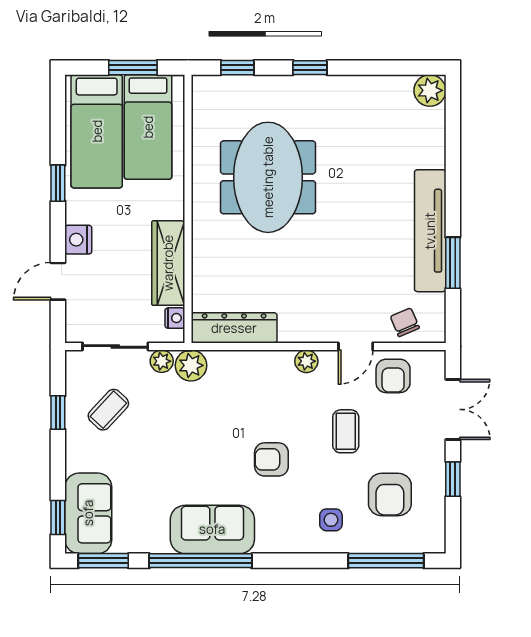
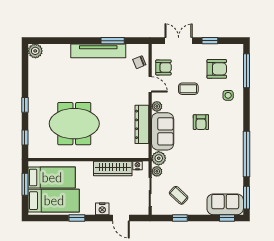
dresser: (234, 328) -> (142, 124), moved
sofa: (212, 529) -> (163, 131), moved, turned 180

